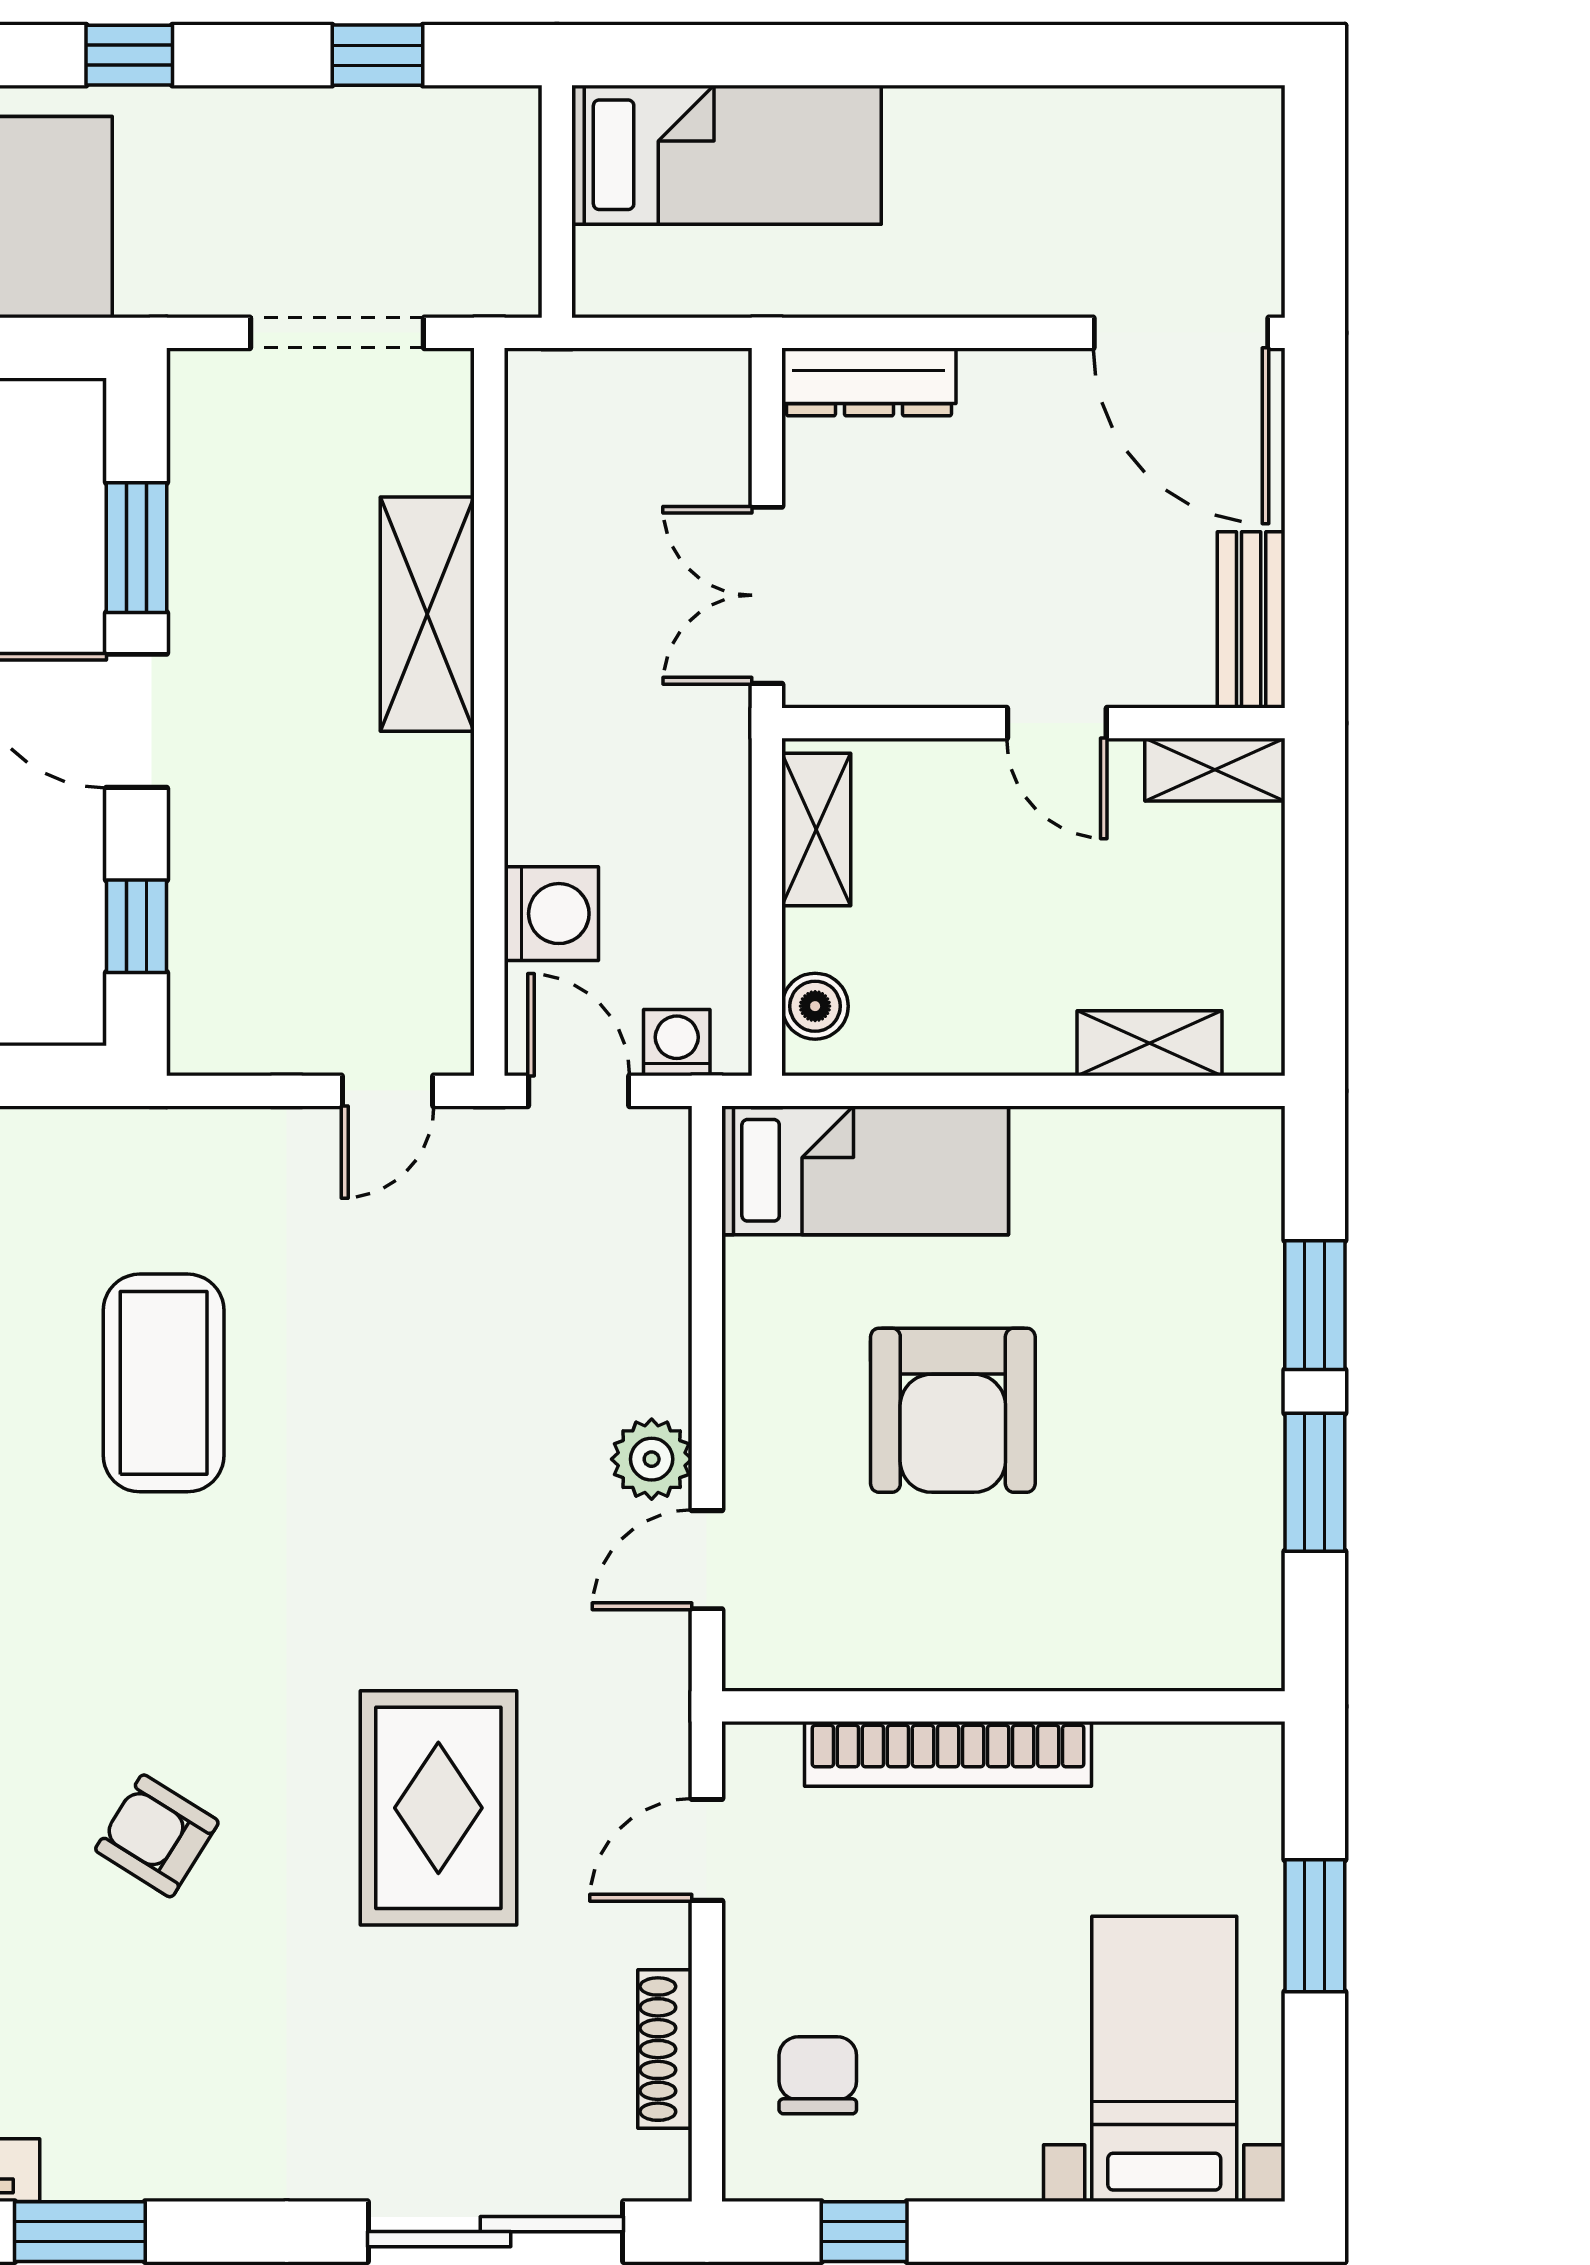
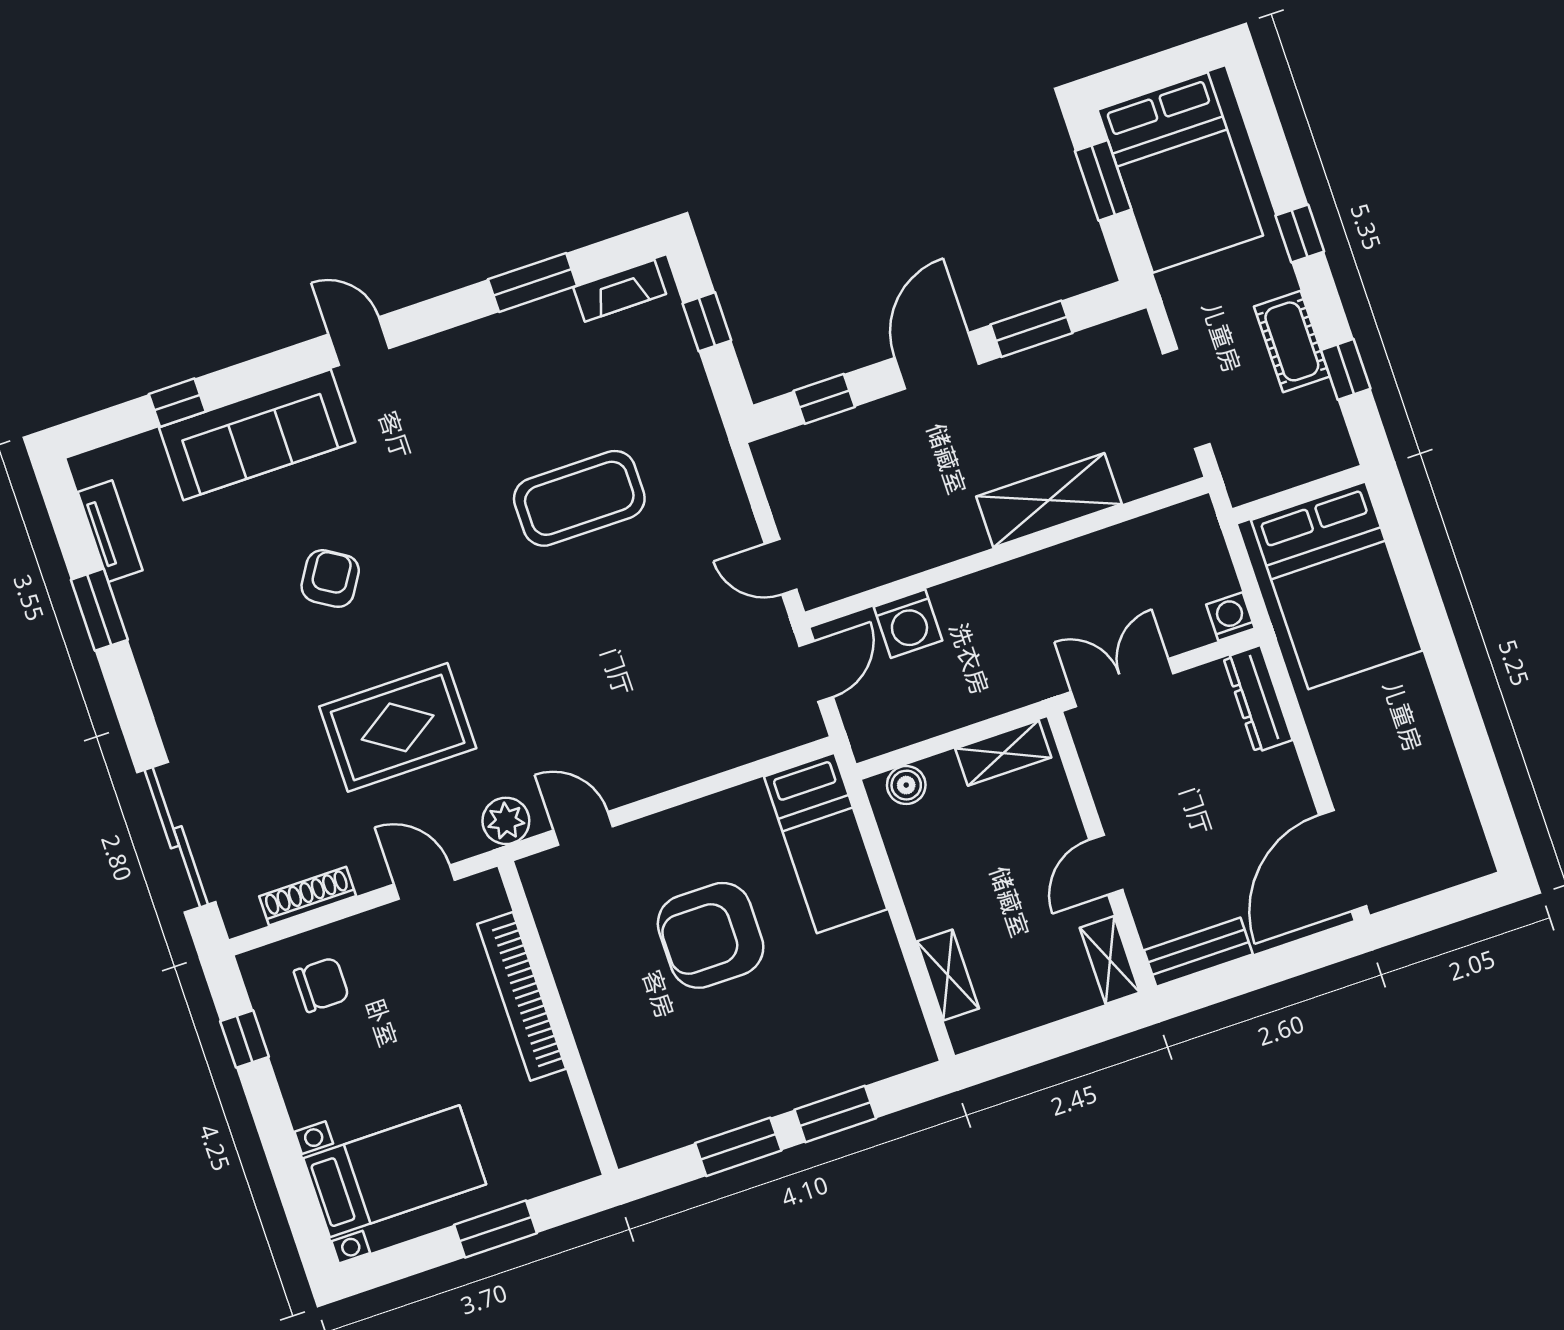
cot: (302, 128) -> (1292, 341), added
bed: (727, 155) -> (1337, 585), width x1.50
washing machine: (677, 1043) -> (1231, 617), moved, turned -90
plant: (652, 1459) -> (506, 821), moved

